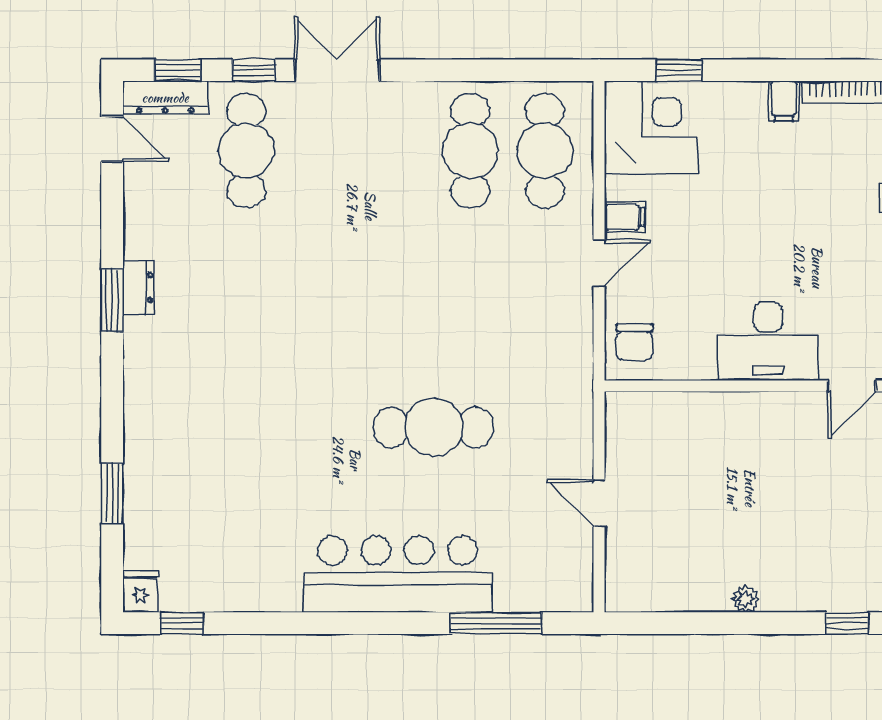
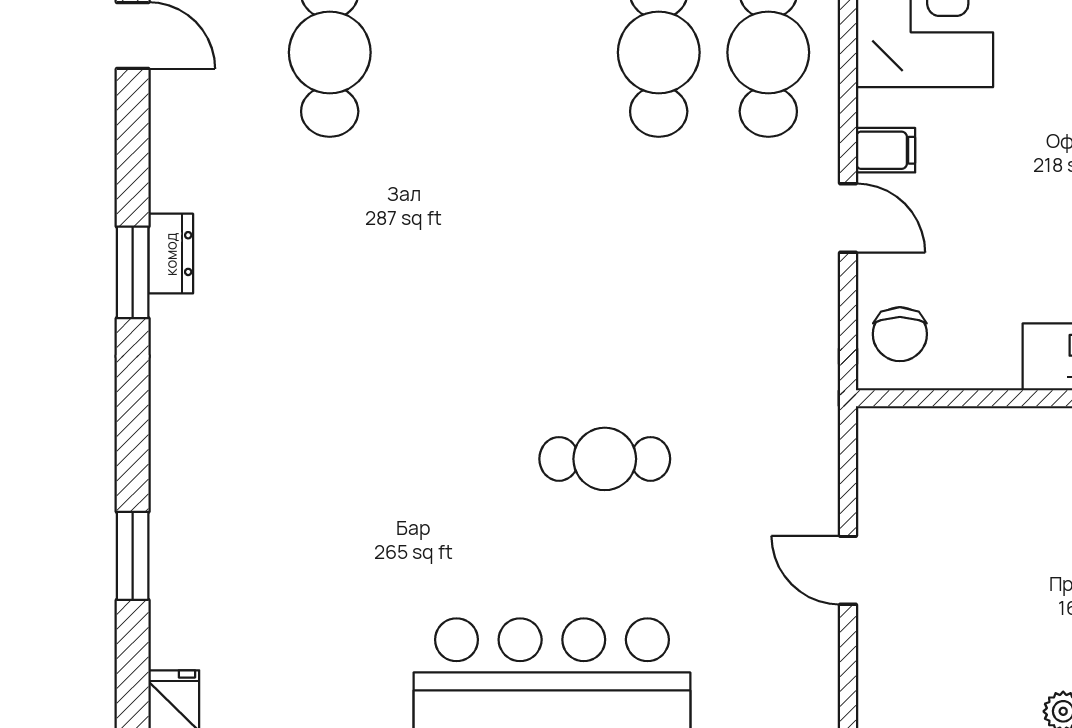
door: (599, 263) -> (848, 218), hinge flipped
cafe table: (434, 427) -> (605, 459), width x0.73, depth x0.74

